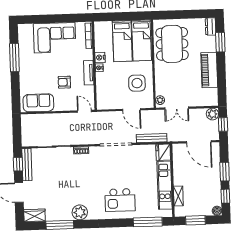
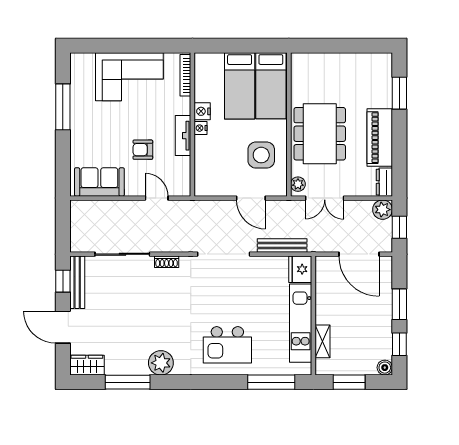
dresser: (211, 27) -> (384, 182), moved
dining table: (172, 44) -> (320, 134), moved
door: (84, 111) -> (157, 198), moved

